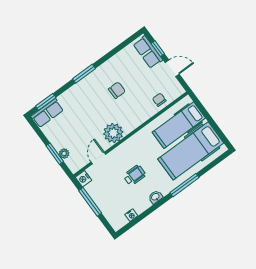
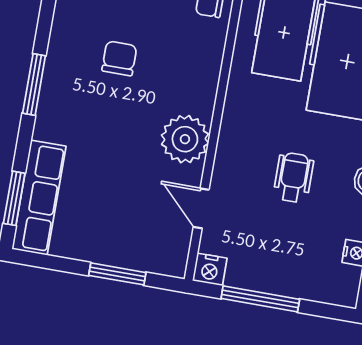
row of seats: (47, 113) -> (39, 198), width x1.48
plant: (64, 154) -> (133, 258), removed

